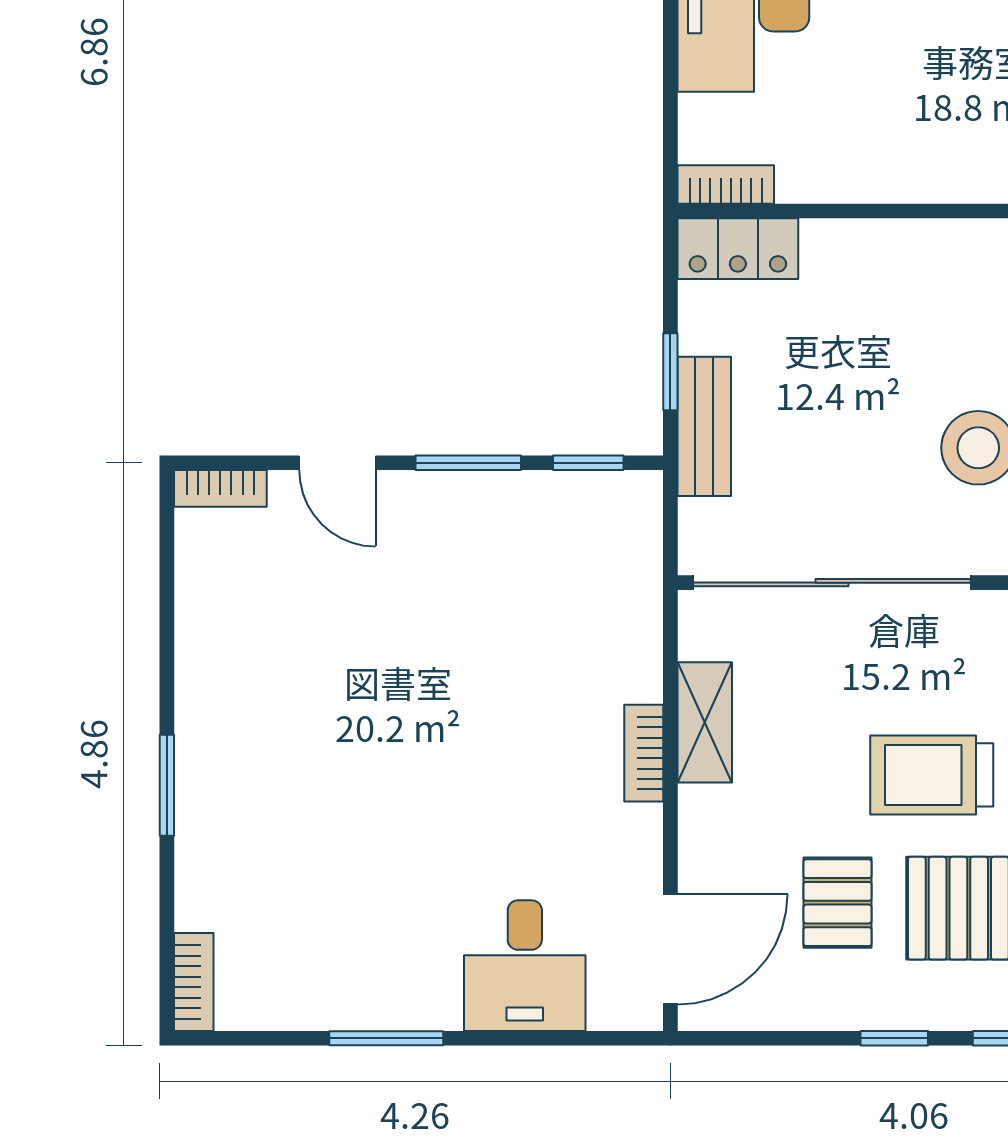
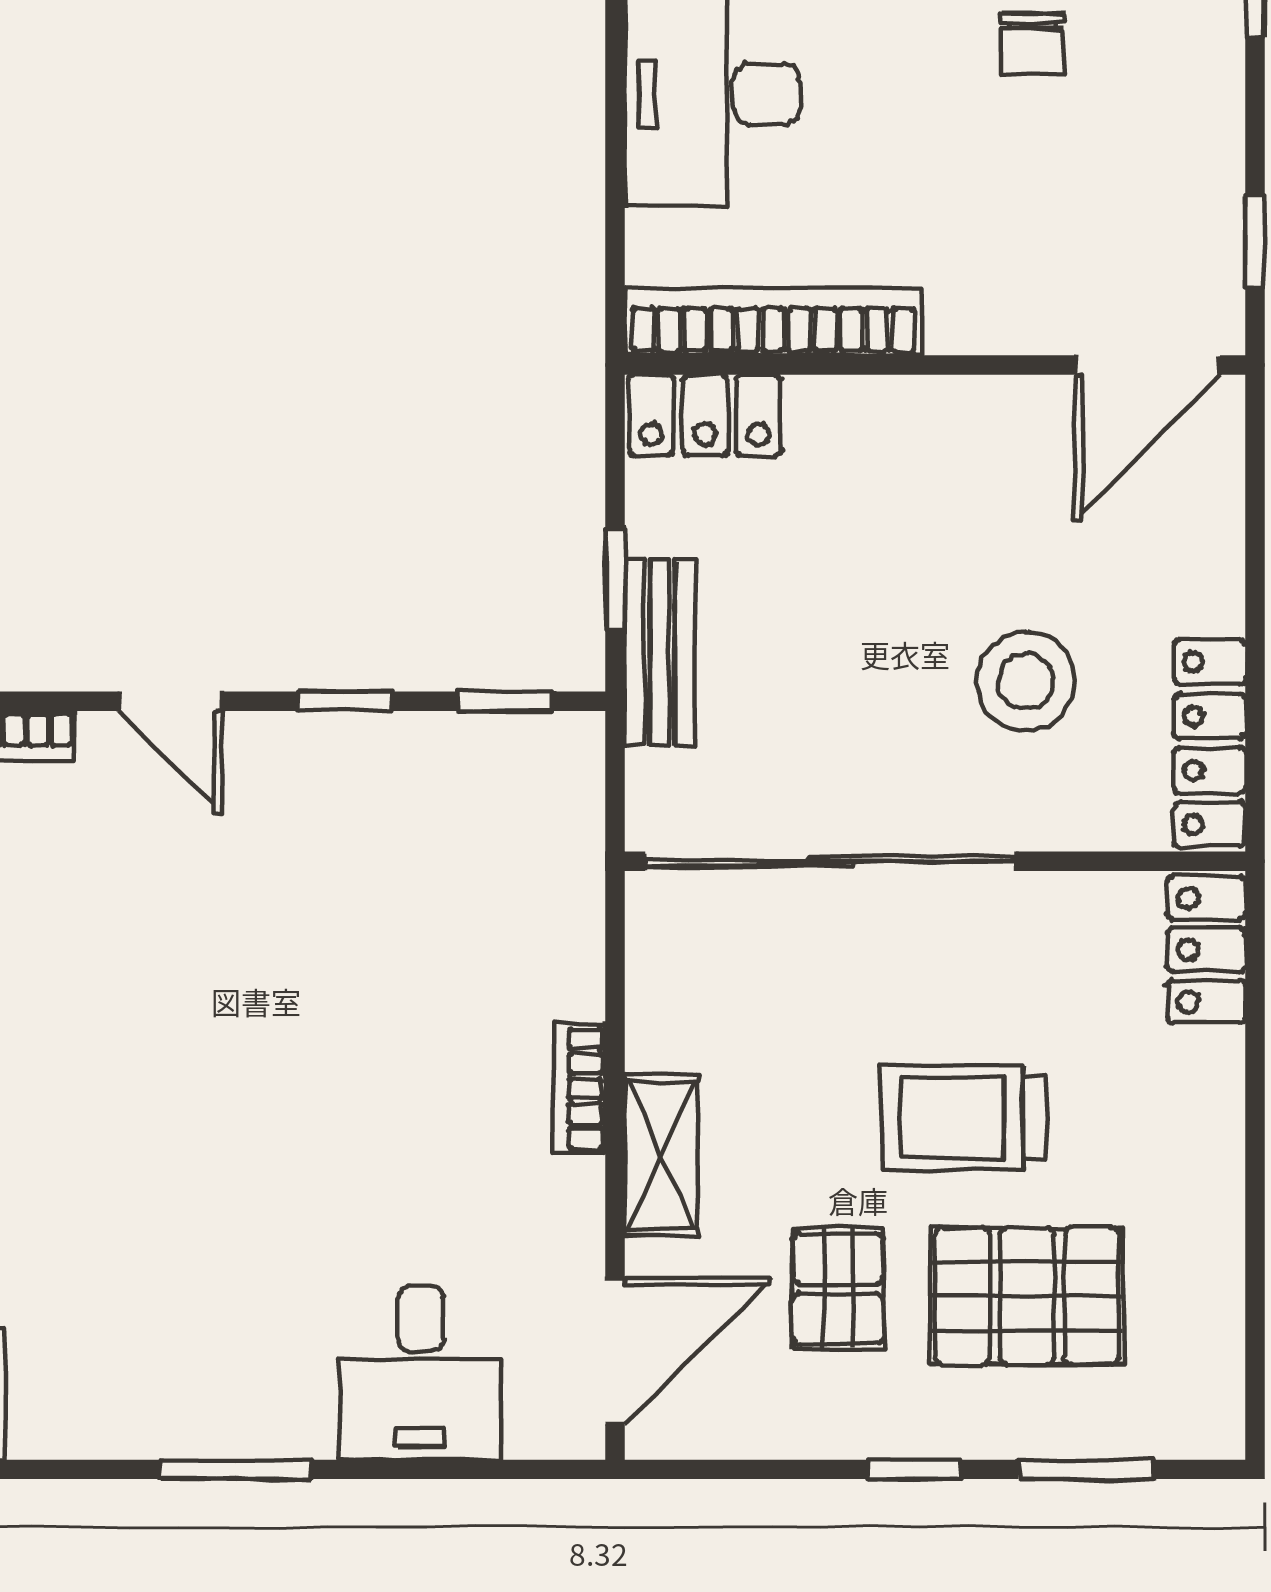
bookcase: (726, 185) -> (773, 322), width x2.31, depth x1.31
window: (468, 463) -> (345, 701), width x0.67
shelving: (705, 722) -> (661, 1155), moved

